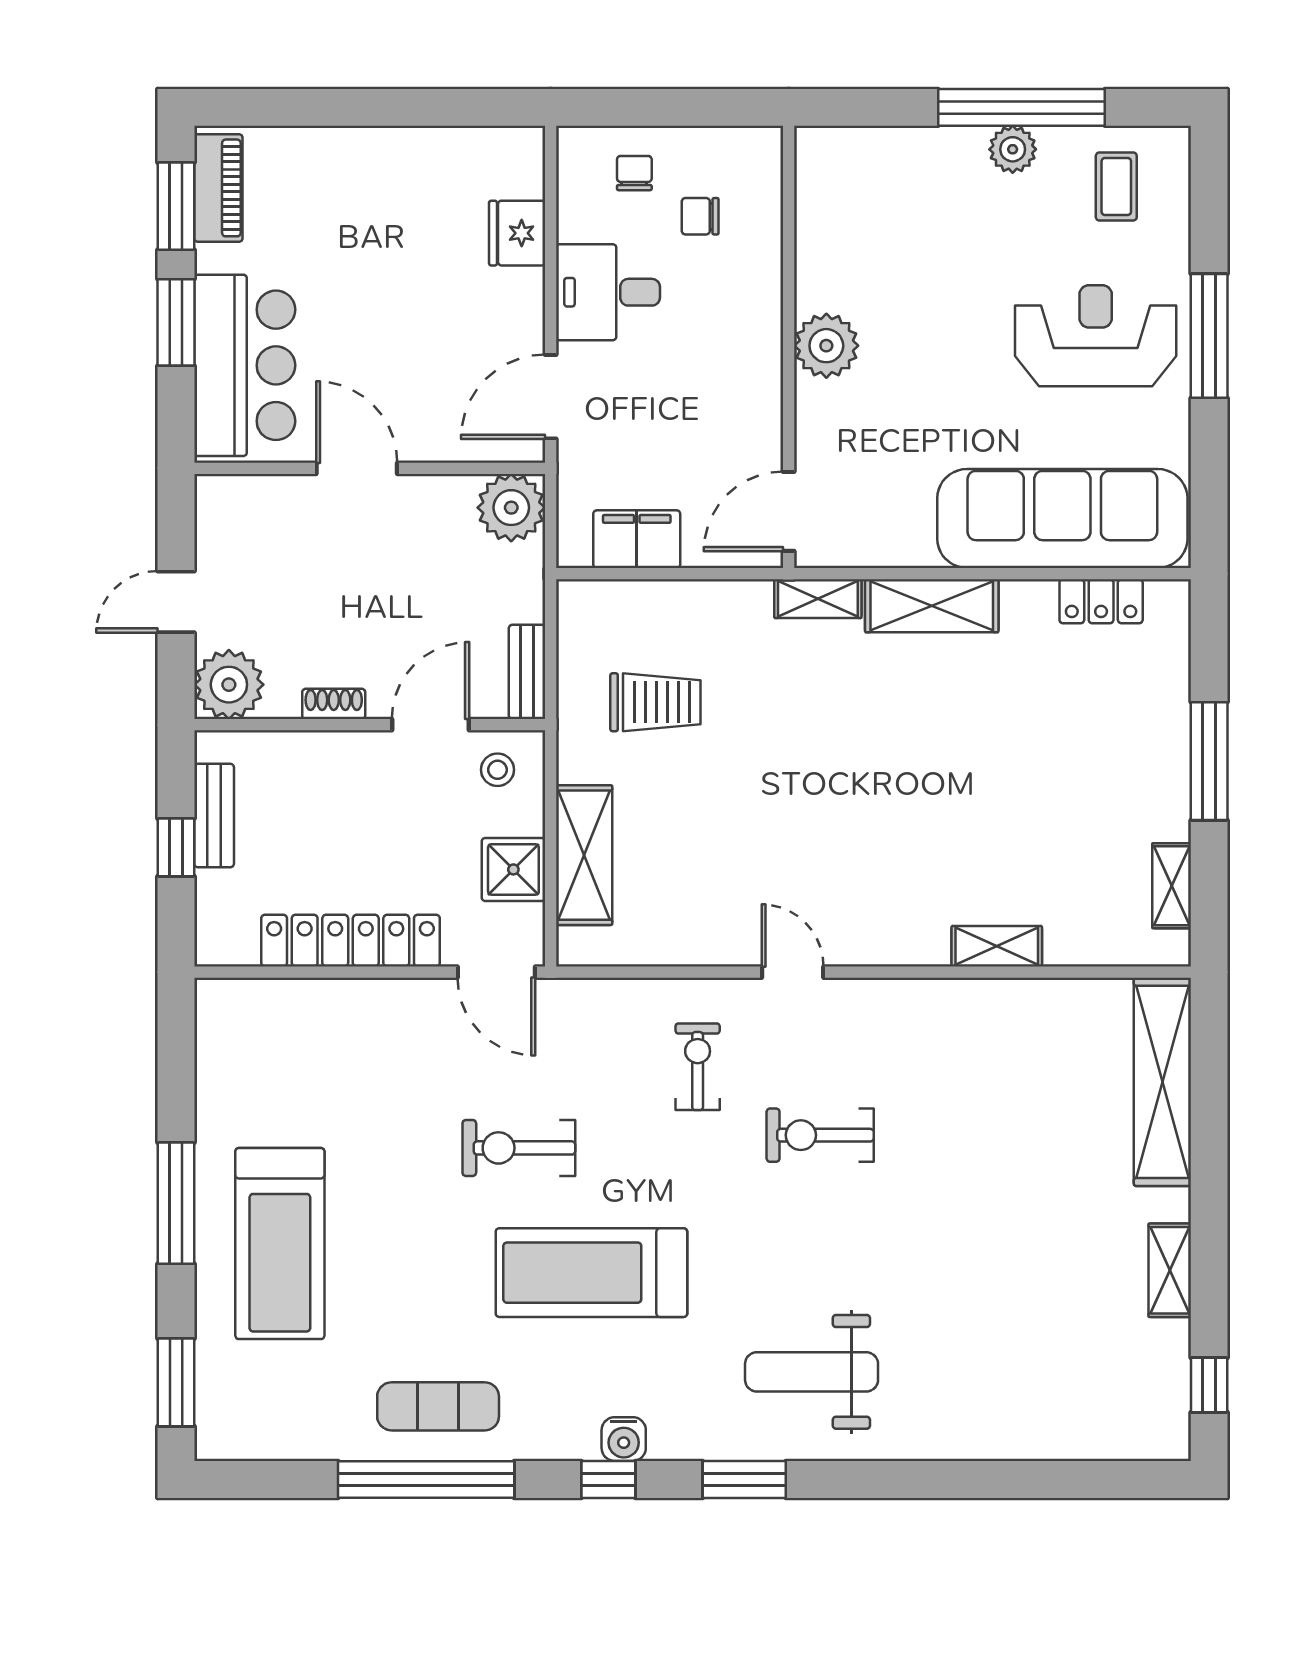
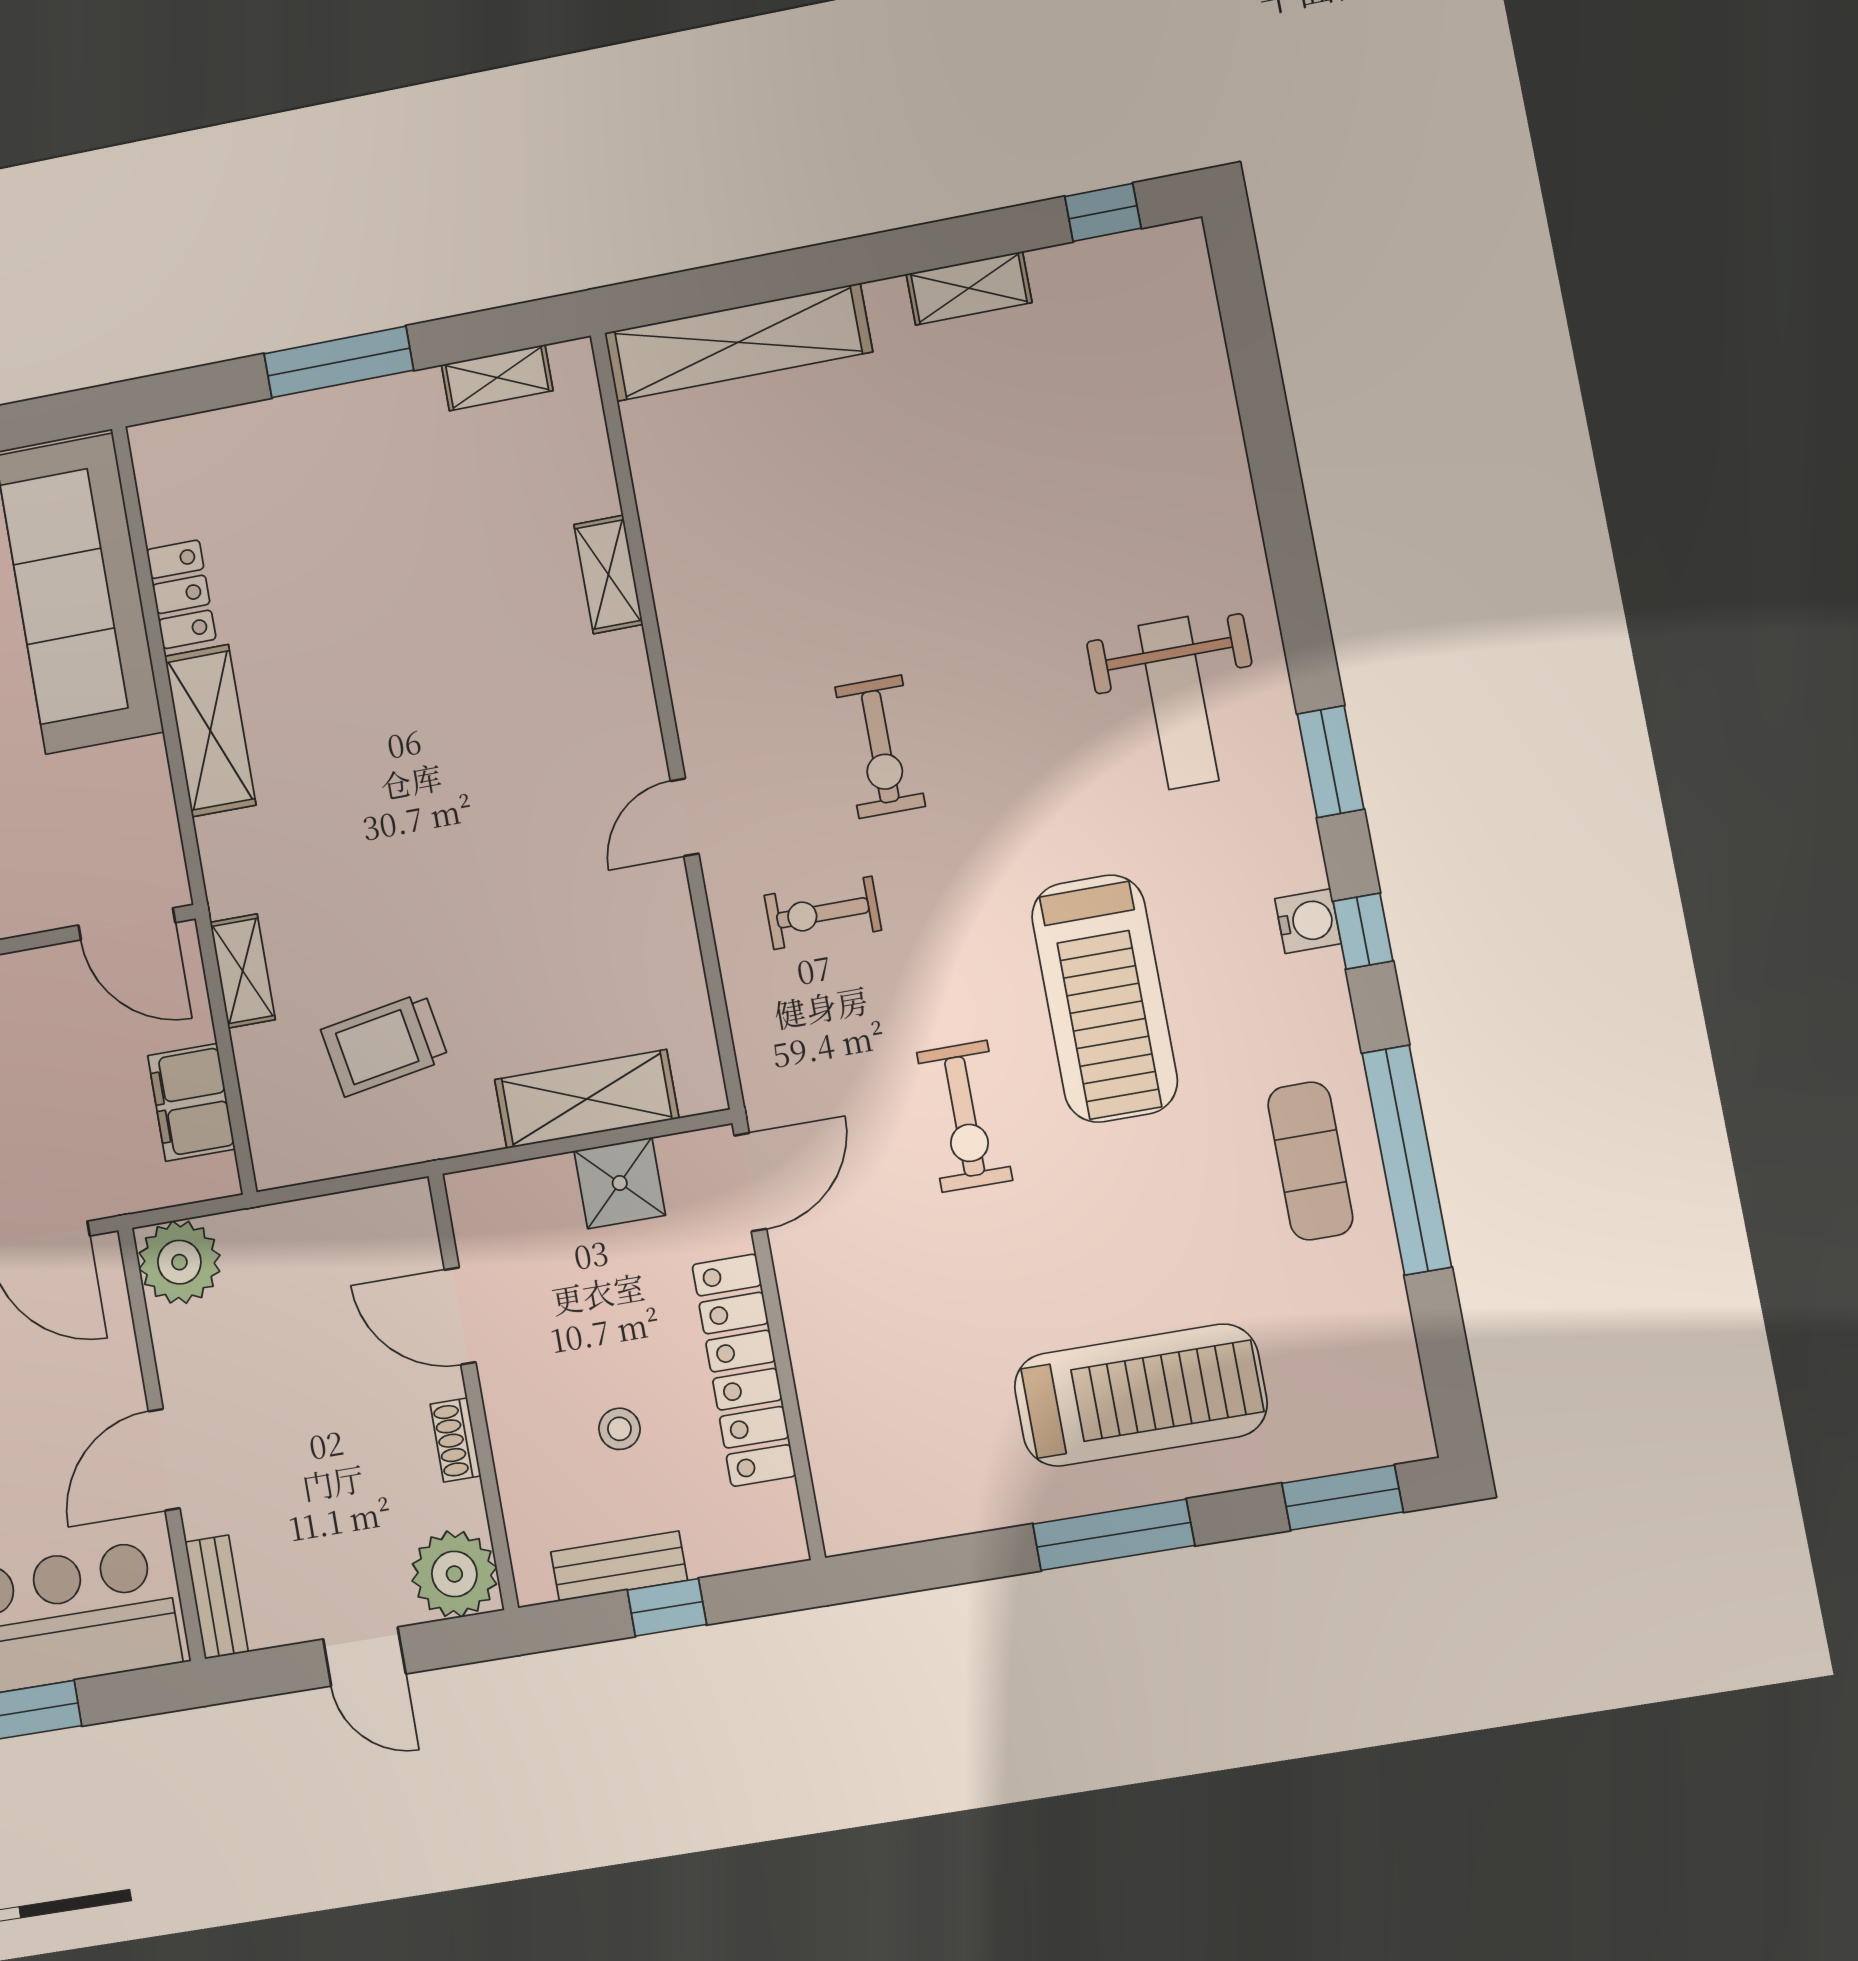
shelving: (818, 599) -> (243, 971), moved
locker: (1101, 601) -> (181, 594), moved
bench: (527, 672) -> (217, 1597), moved, turned 90
trolley: (655, 702) -> (385, 1044), turned -100
stool: (497, 770) -> (619, 1429), moved

